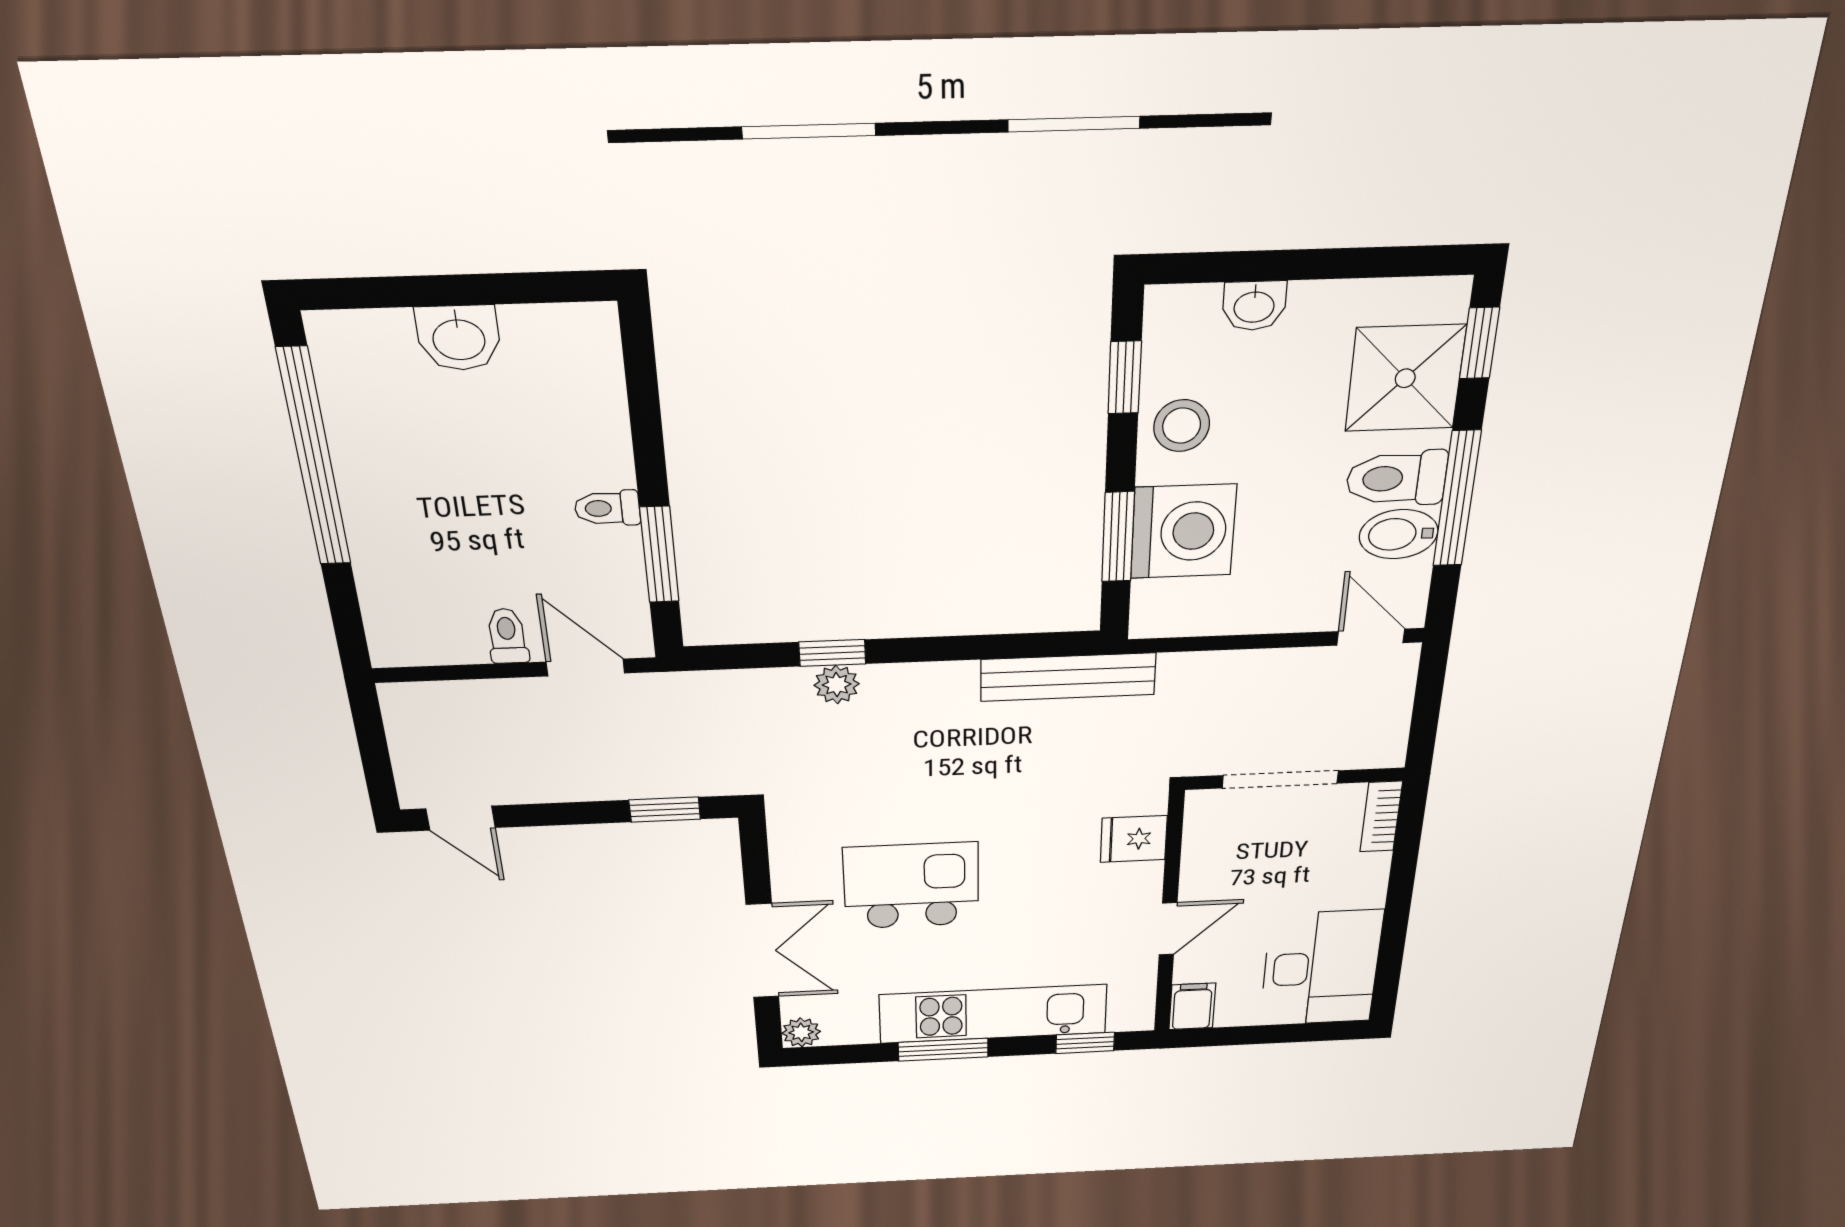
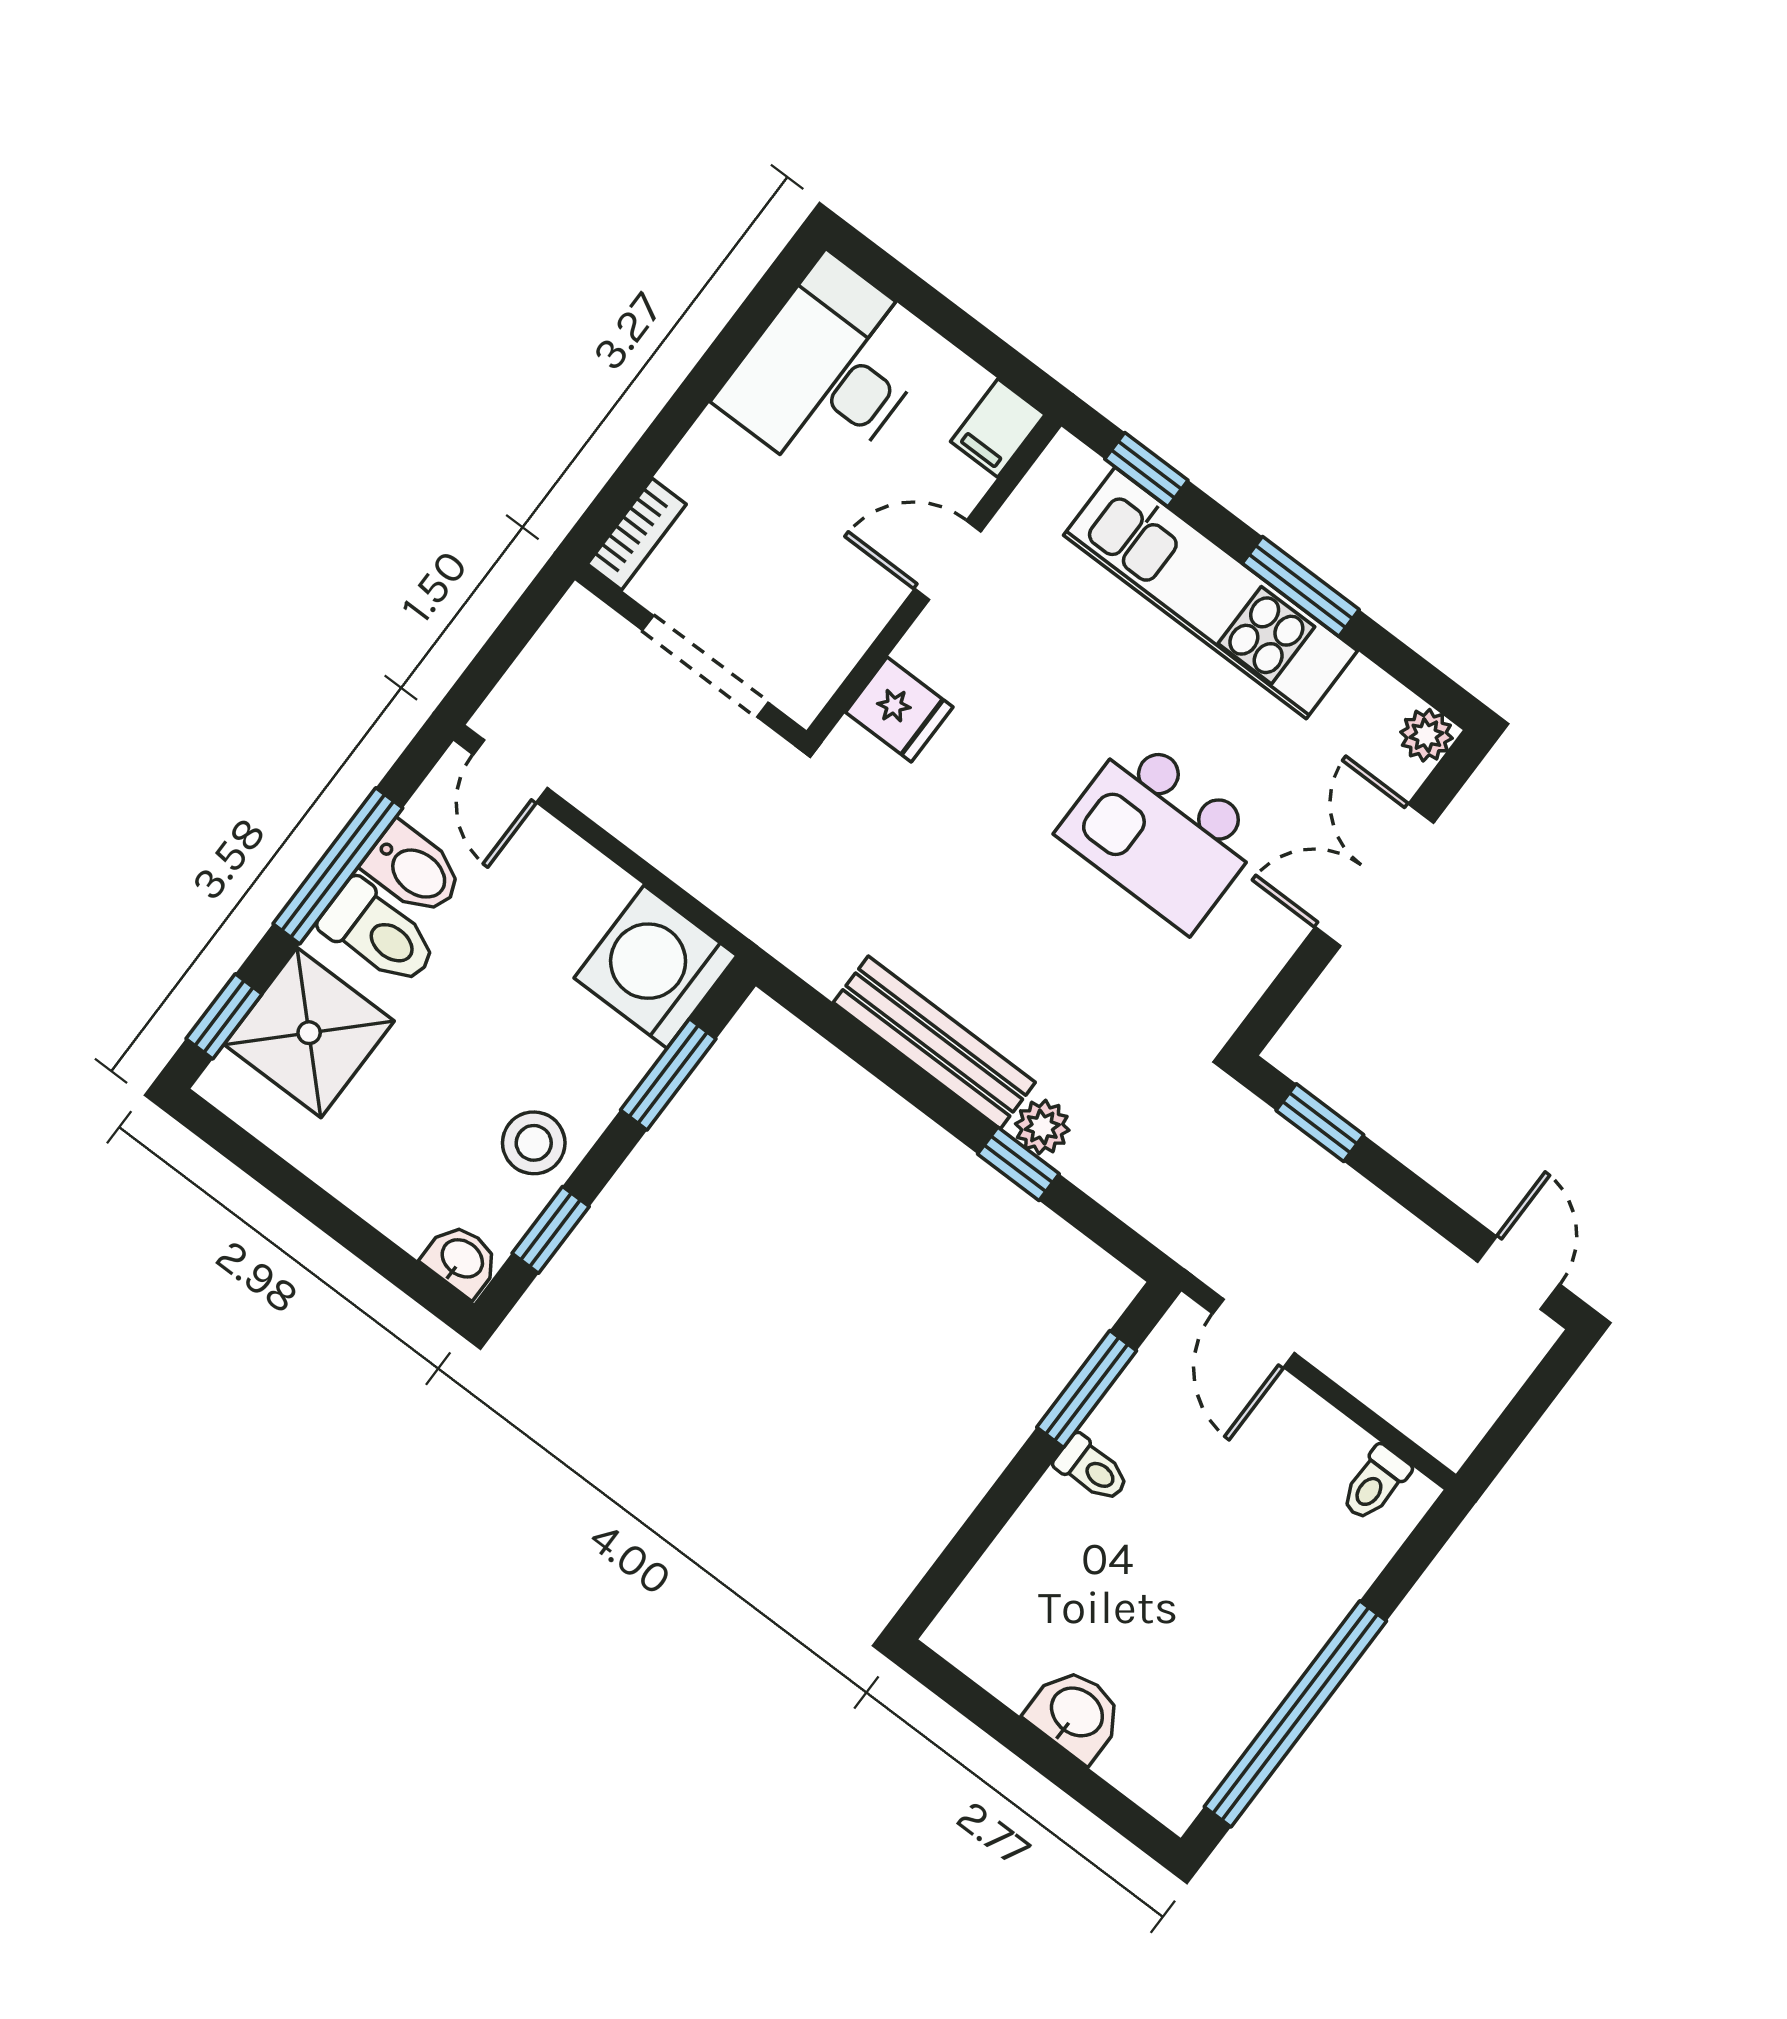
washbasin: (1254, 306) -> (461, 1260), moved
washing machine: (1183, 532) -> (655, 967), moved
toilet: (507, 636) -> (1375, 1483), moved
bench: (1068, 677) -> (934, 1042), moved

